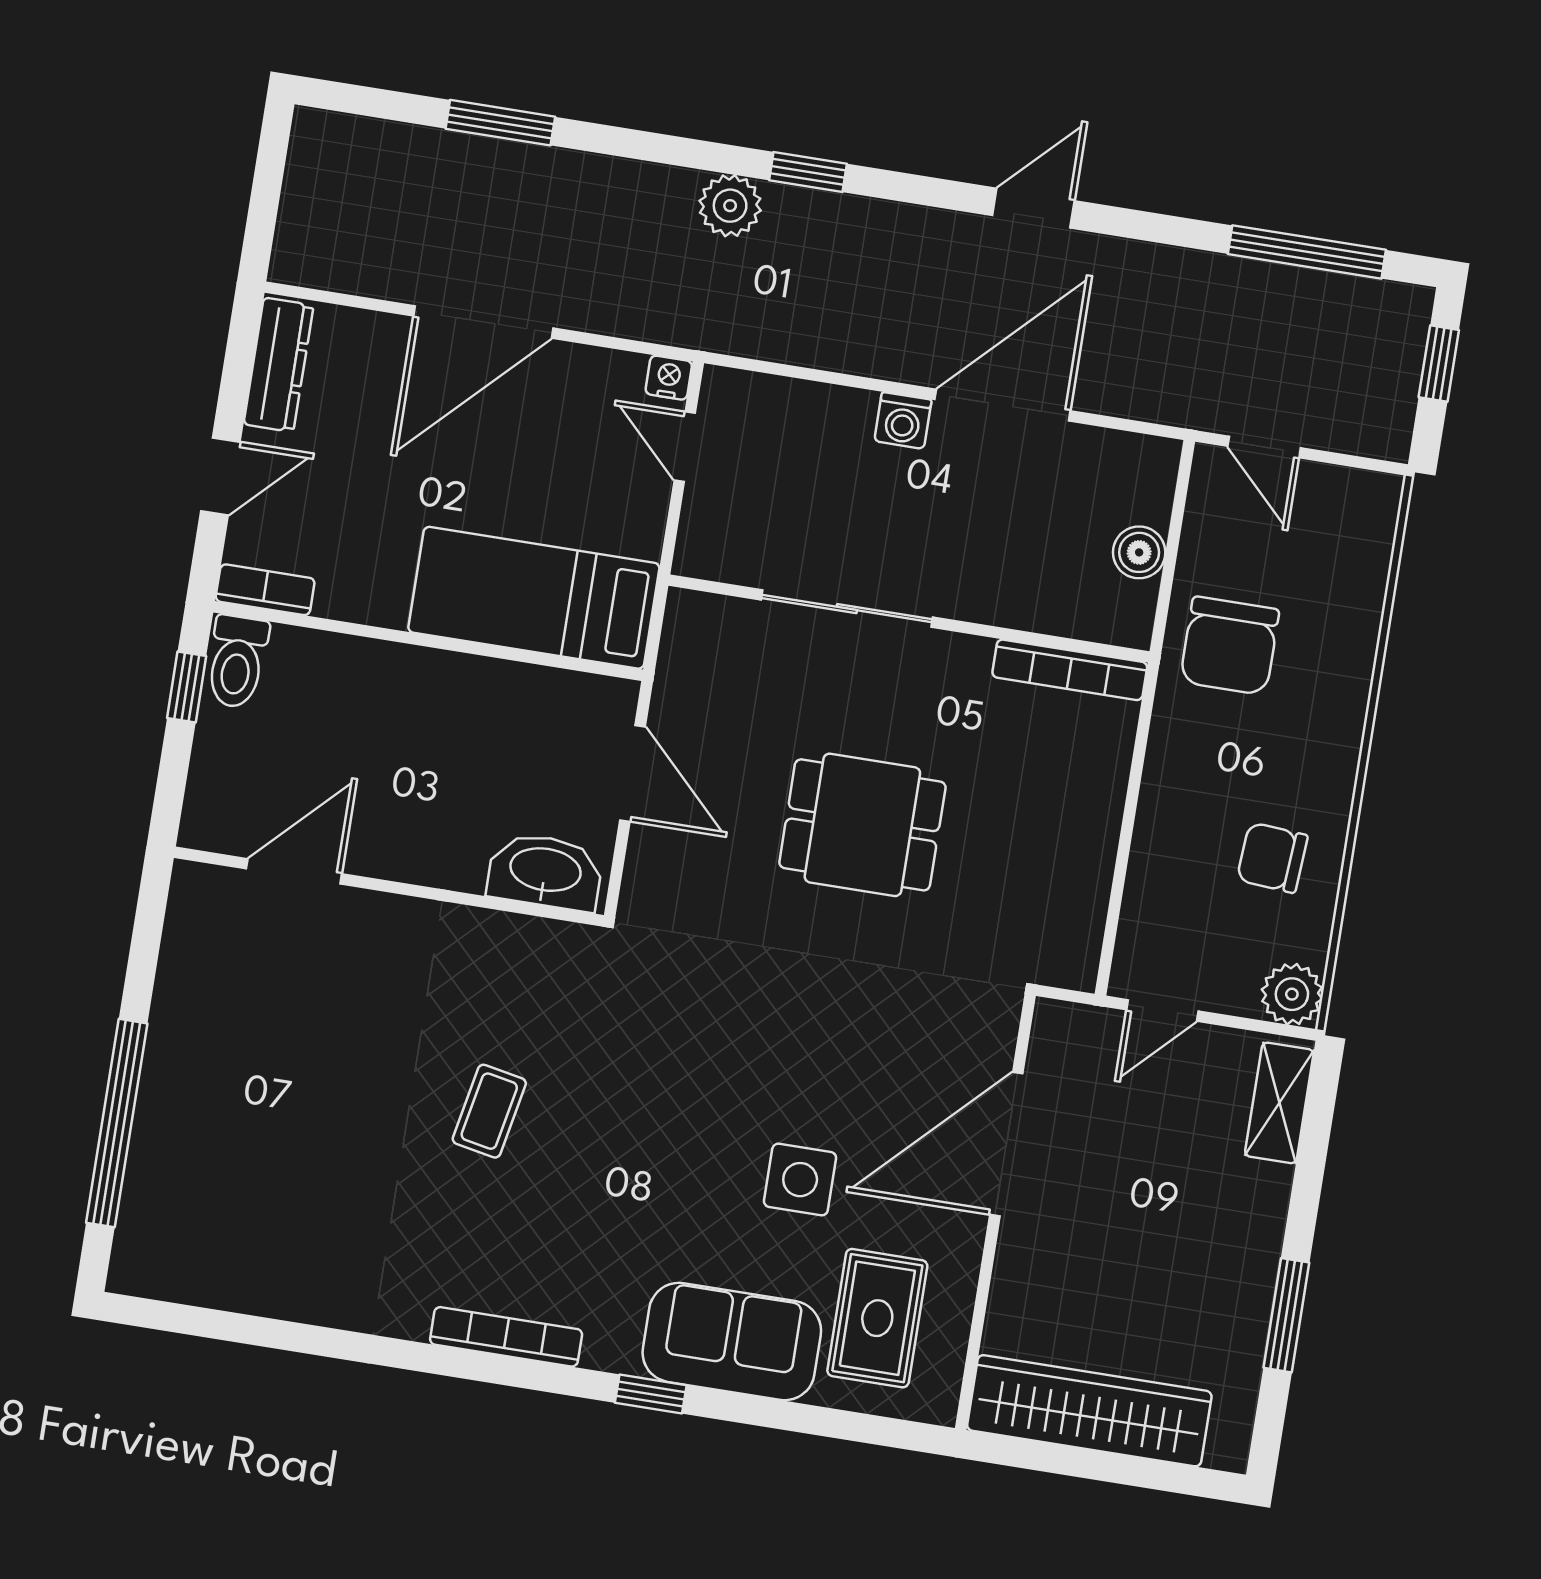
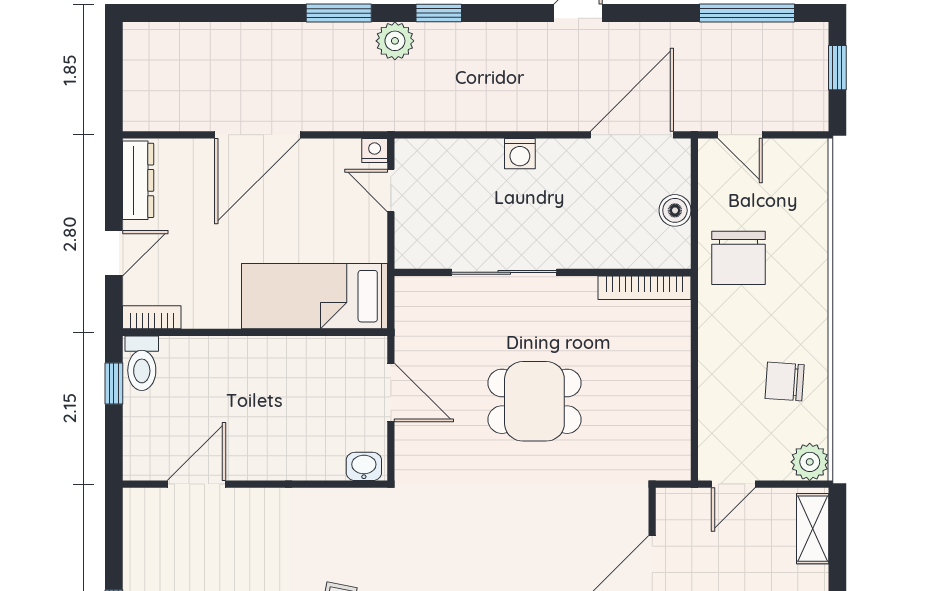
window: (500, 123) -> (339, 13), moved
door: (1003, 405) -> (632, 135), moved
washbasin: (545, 872) -> (364, 466), width x0.52, depth x0.69

